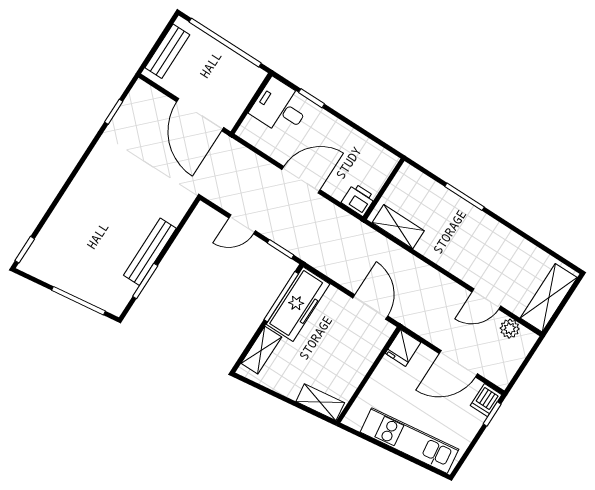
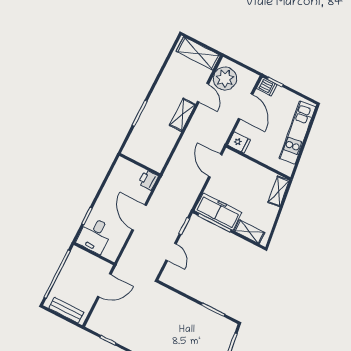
door: (200, 115) -> (104, 285), width x0.73
shelving: (398, 227) -> (182, 115), moved
bench: (150, 252) -> (194, 309), removed
door: (370, 307) -> (215, 166), hinge flipped
plant: (510, 329) -> (225, 79), width x1.88, depth x1.88

